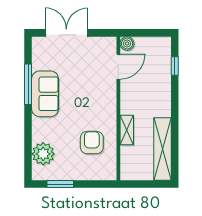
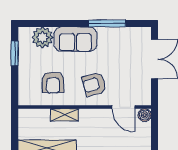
sofa: (45, 94) -> (75, 39), moved
armchair: (94, 98) -> (94, 84), added
armchair: (92, 143) -> (53, 82), turned 90

